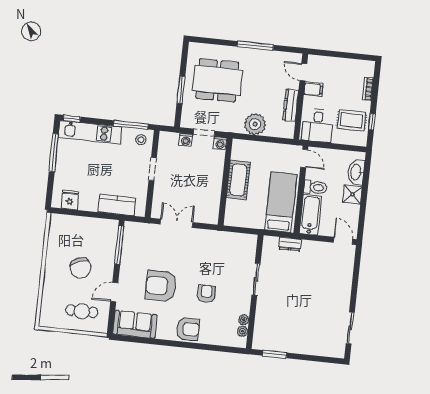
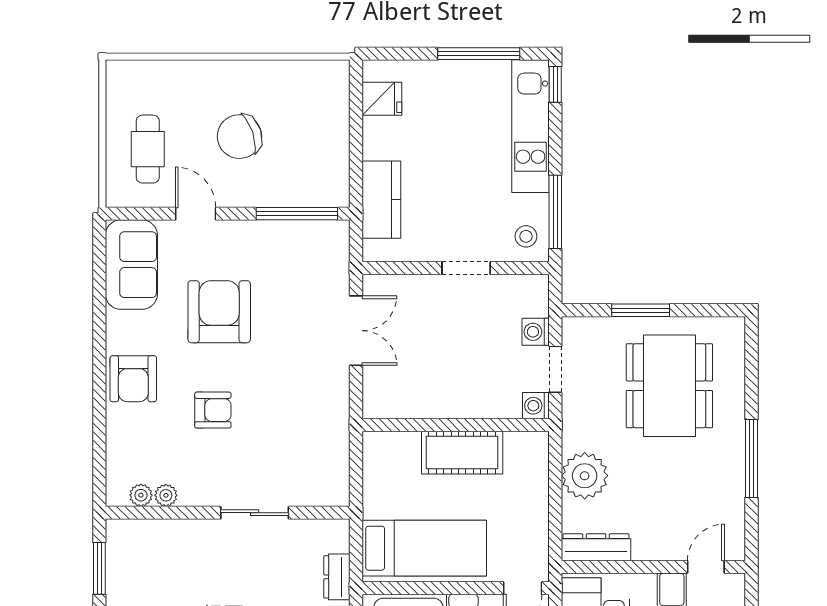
dresser: (291, 105) -> (596, 547), moved

